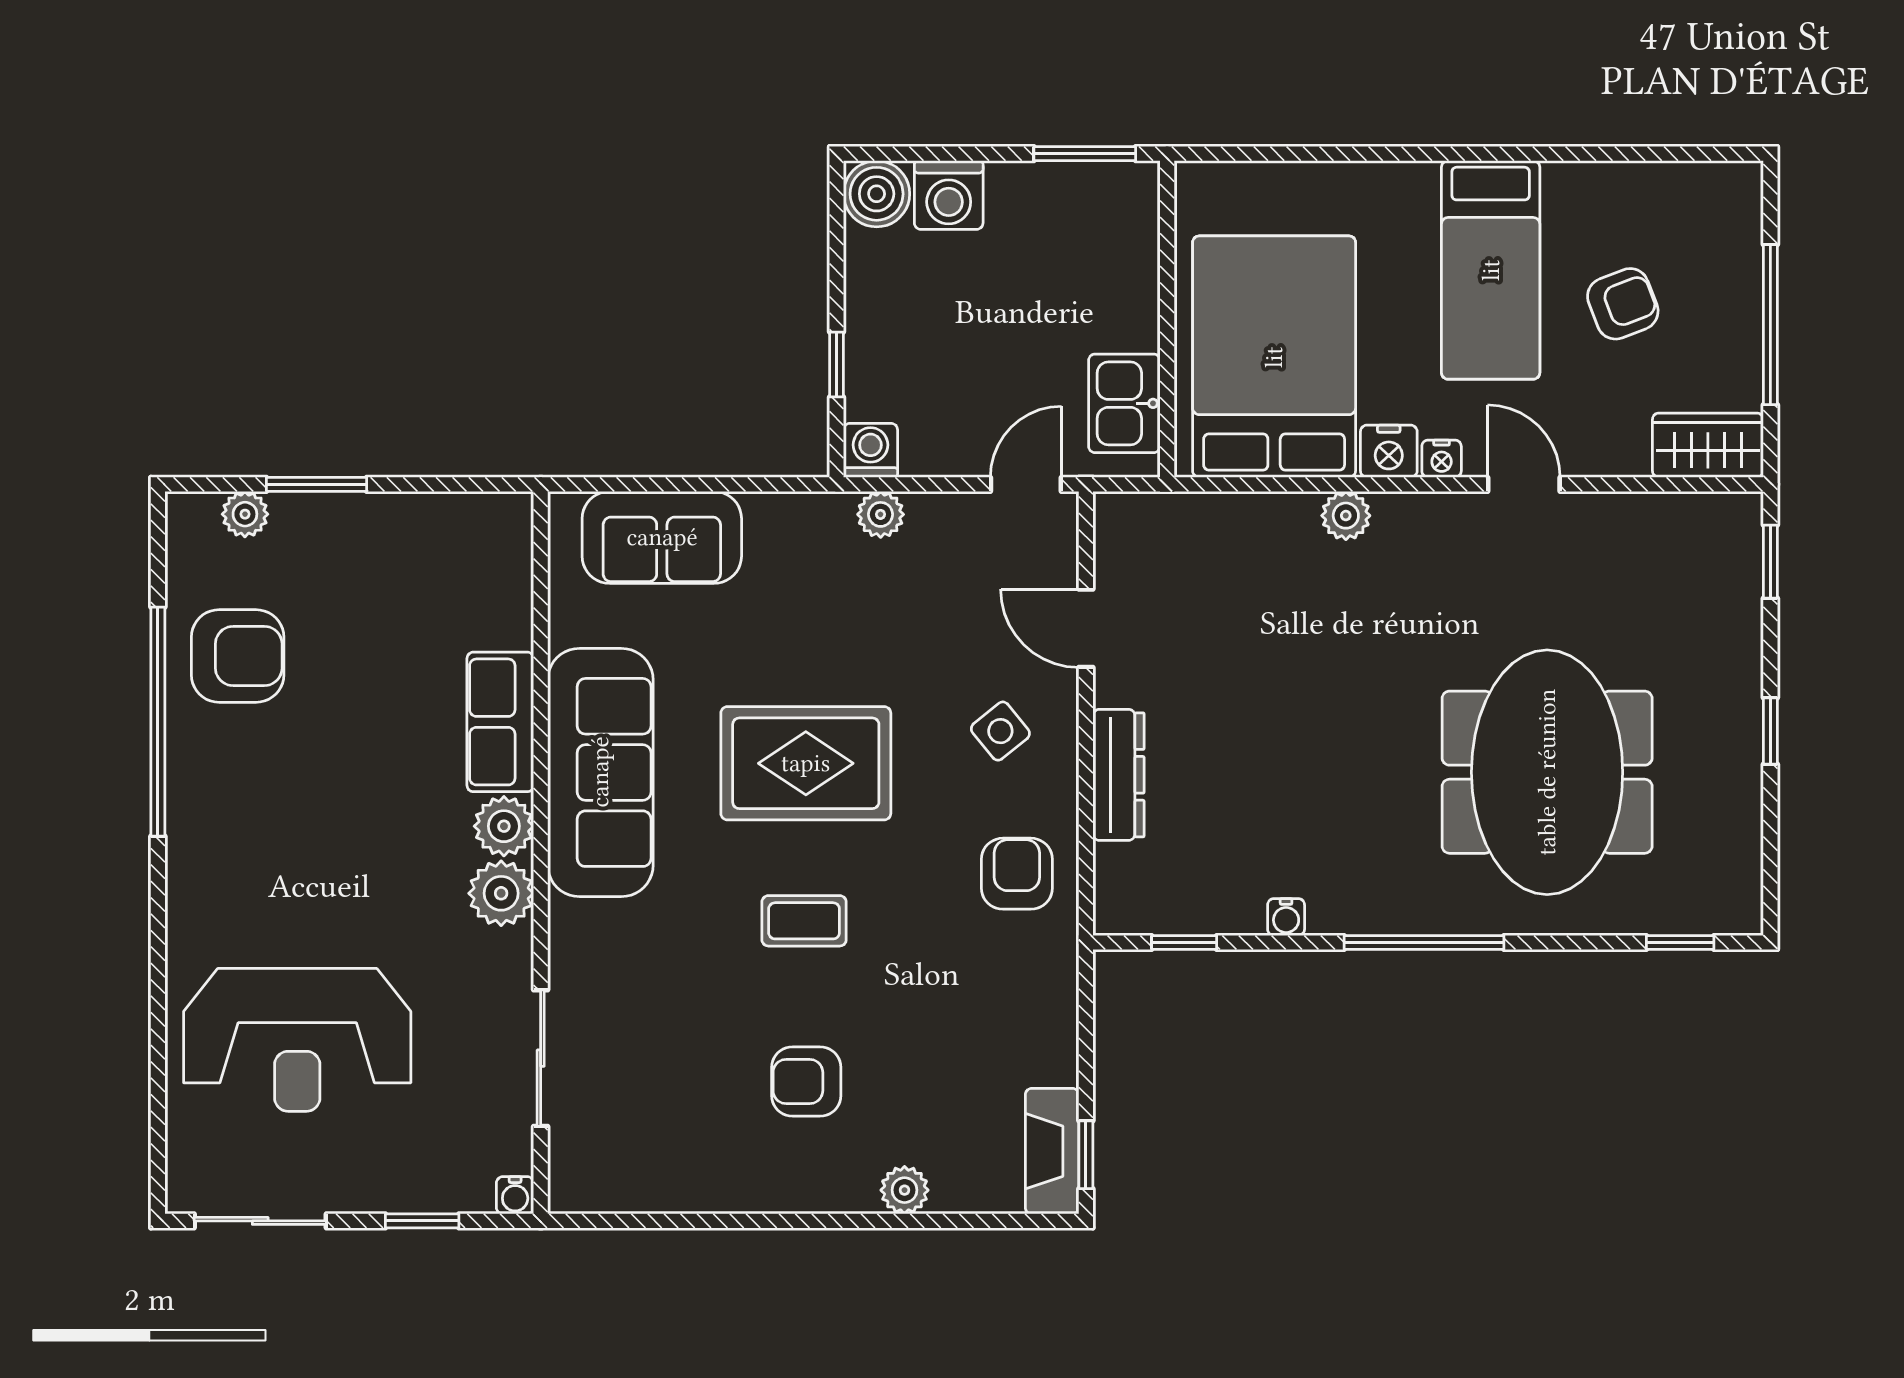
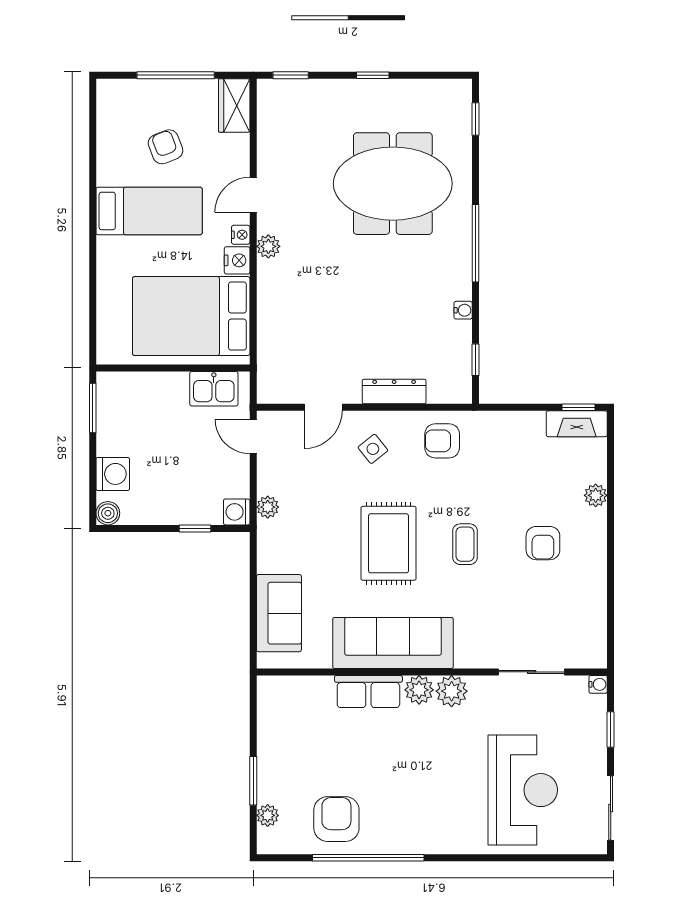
boiler: (877, 194) -> (108, 513), width x0.73, depth x0.73
plant: (1346, 516) -> (268, 246), moved

